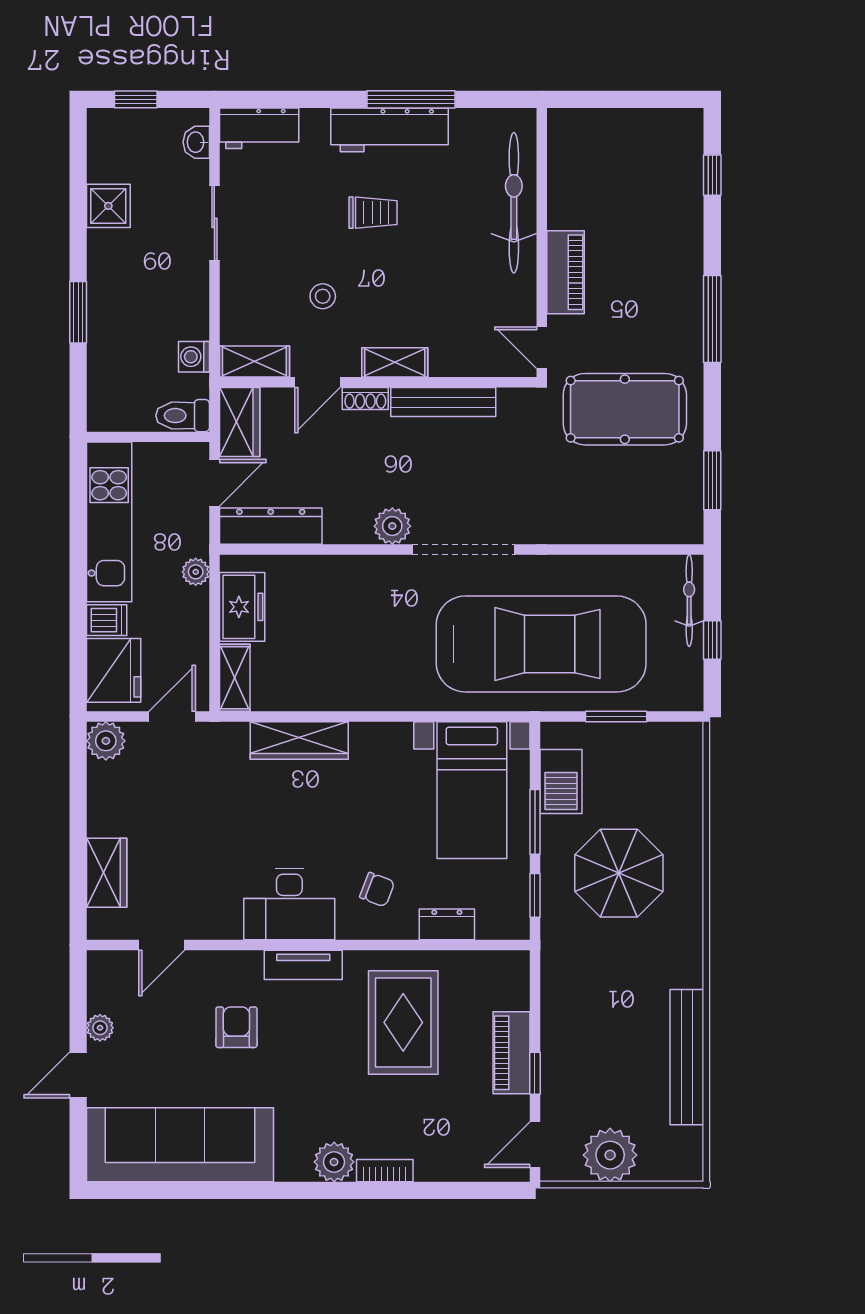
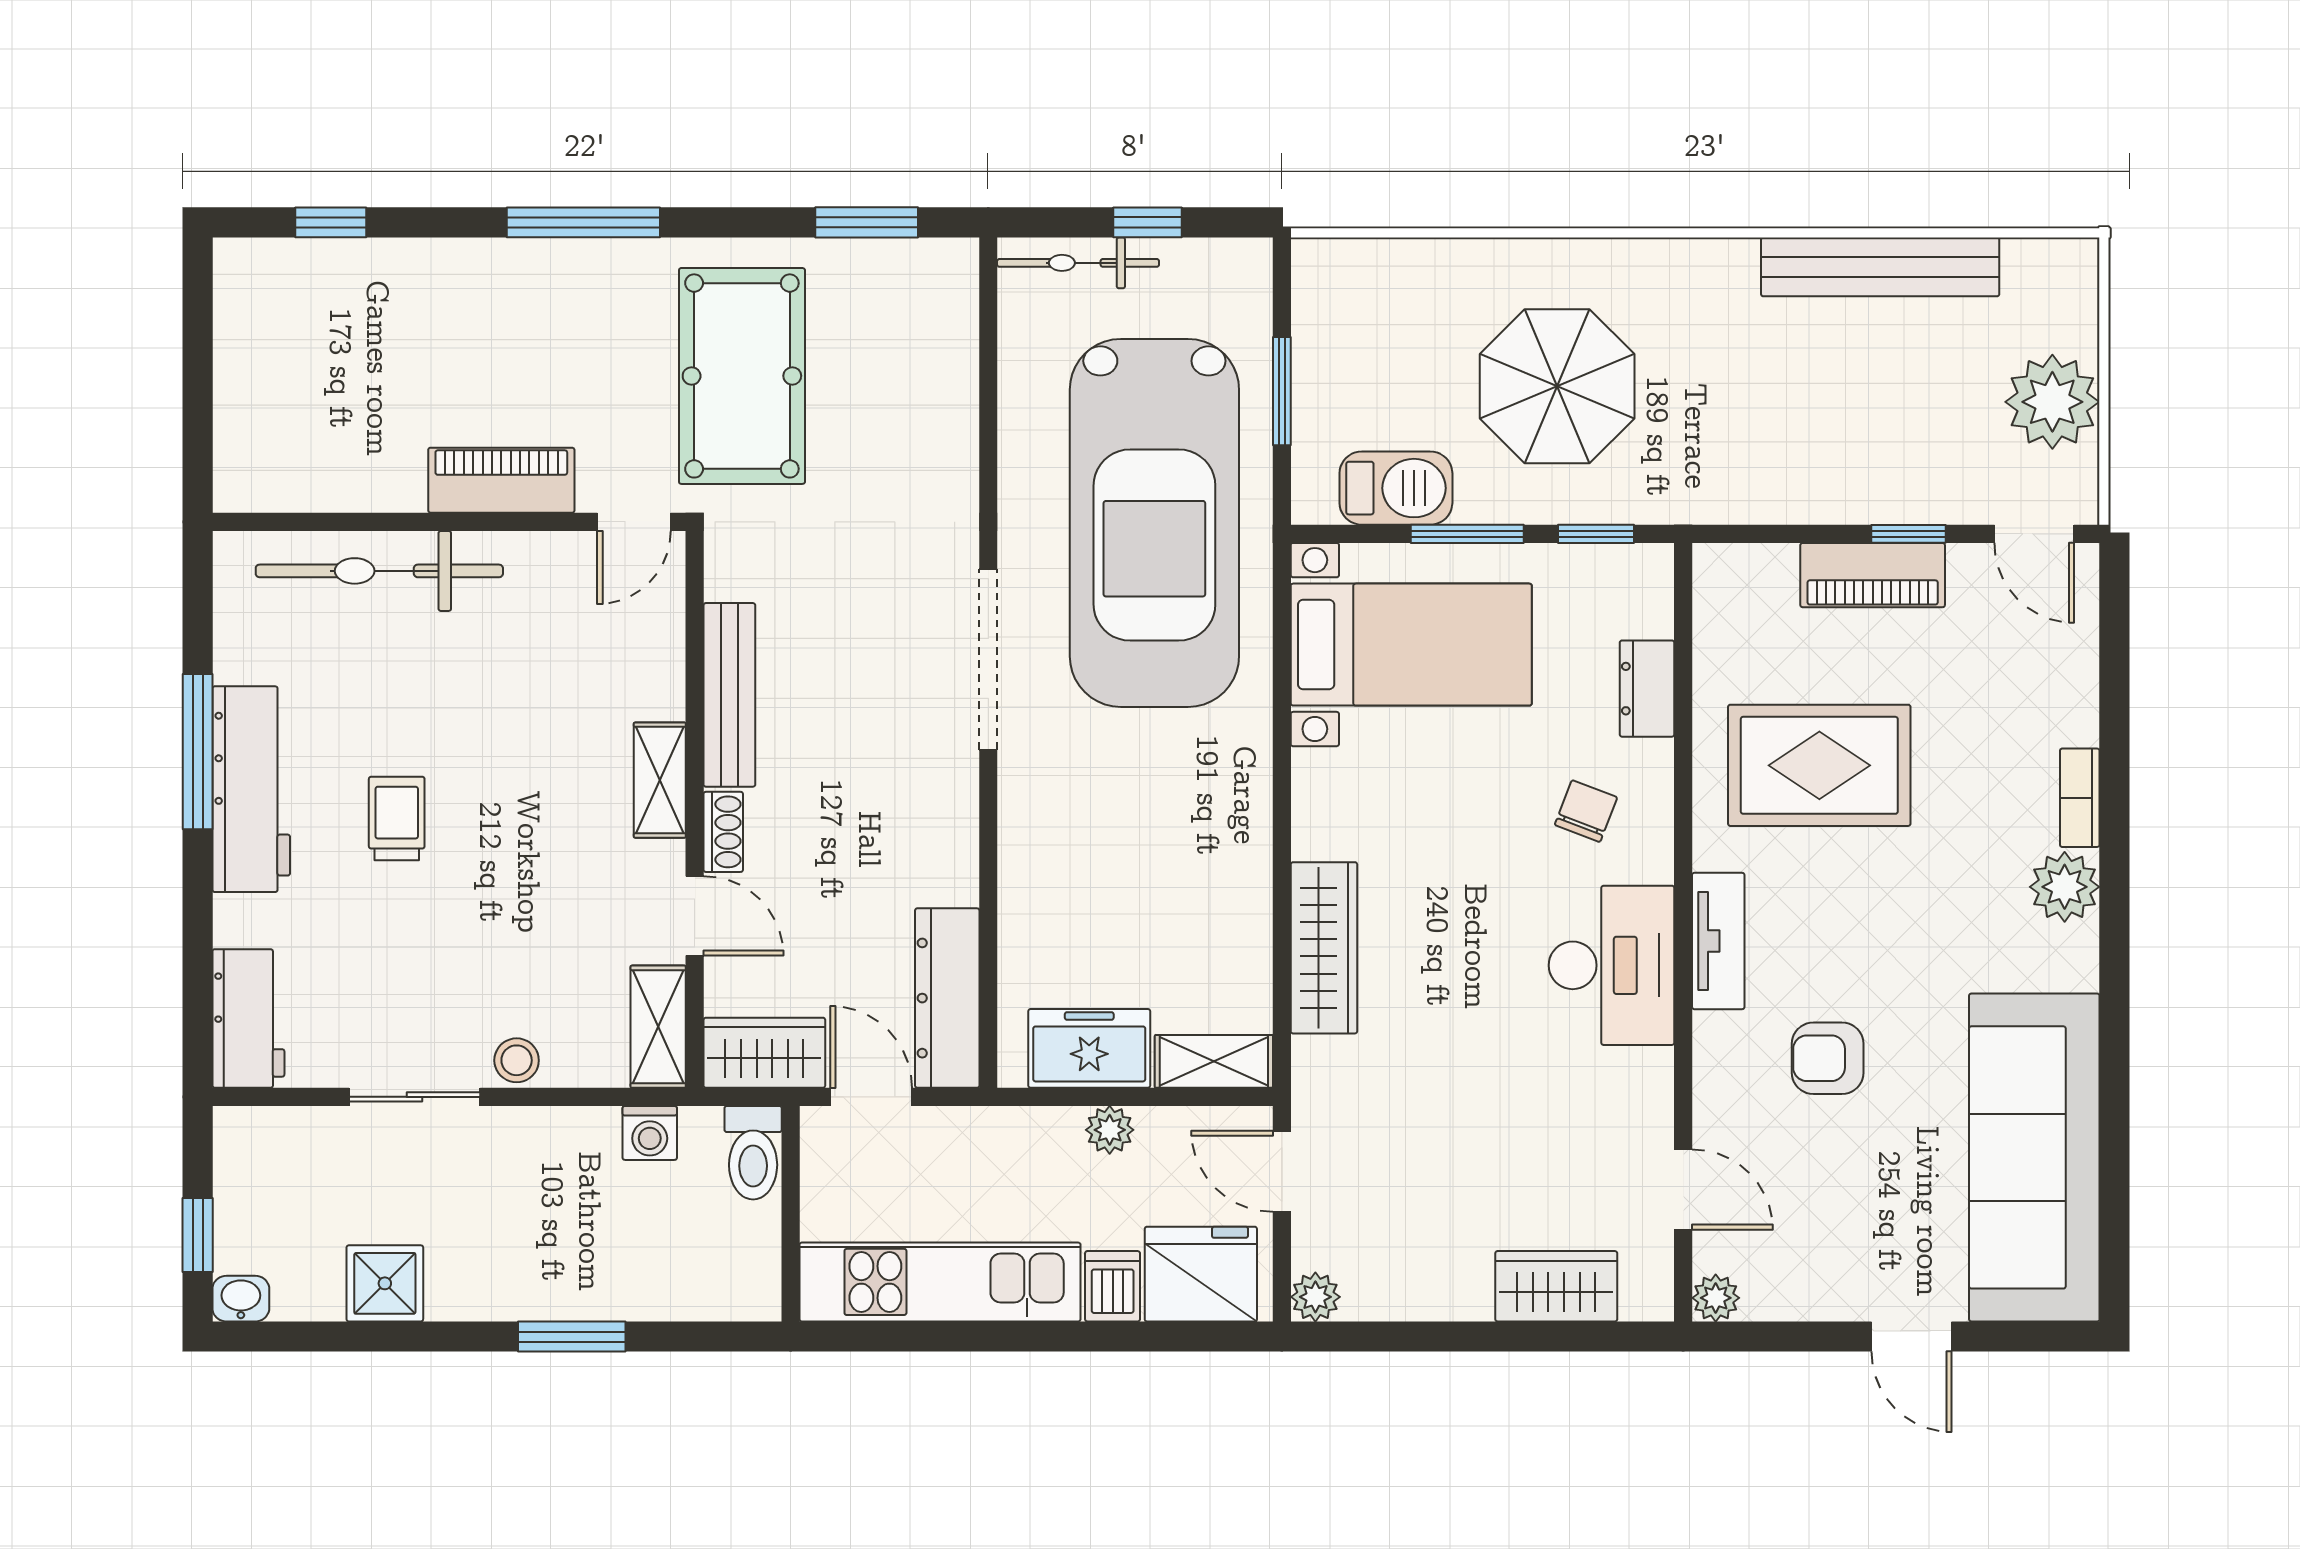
washbasin: (196, 142) -> (241, 1299), moved, turned 180
stool: (323, 296) -> (517, 1060), moved
plant: (392, 526) -> (947, 785), removed
plant: (196, 572) -> (1110, 1130), moved
car: (541, 644) -> (1154, 523), turned 180
plant: (106, 741) -> (1315, 1297), width x0.73, depth x0.73
plant: (100, 1028) -> (1716, 1298), moved

